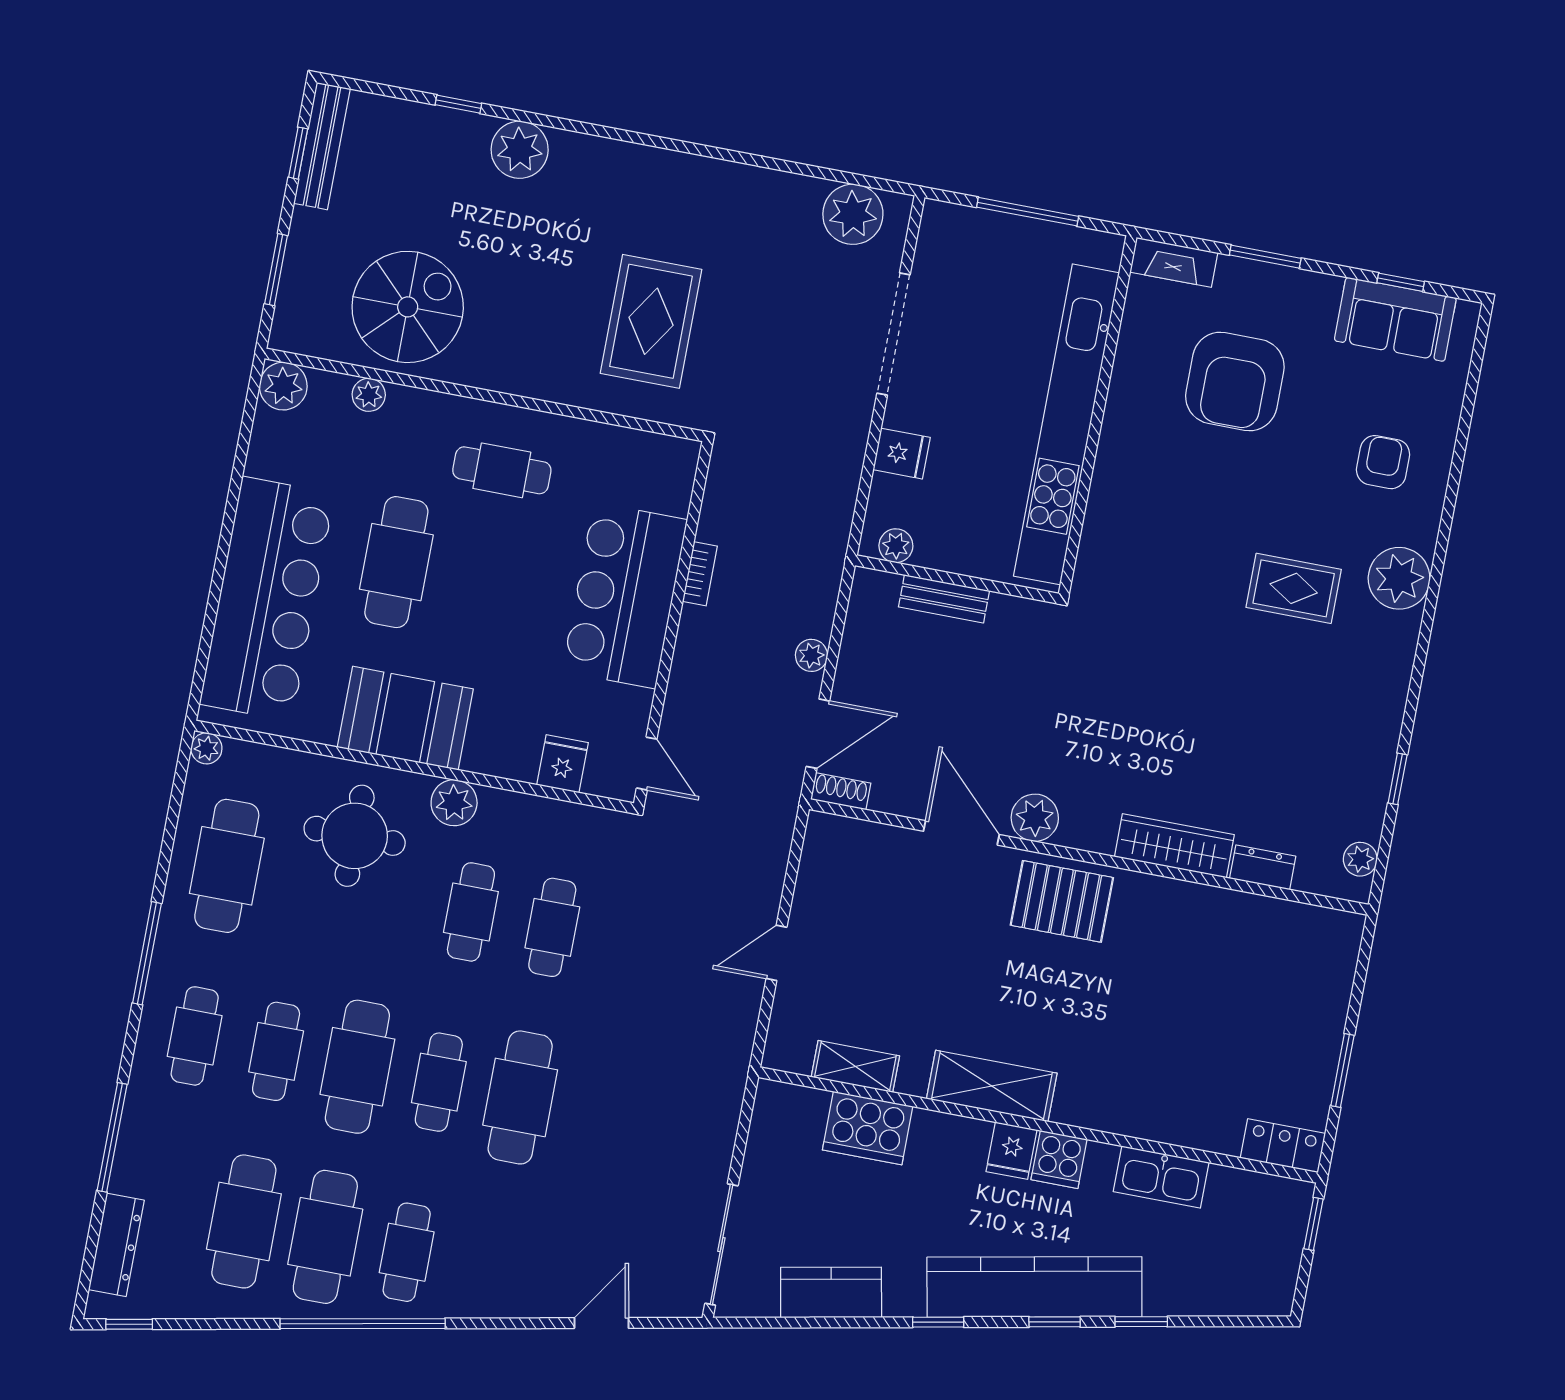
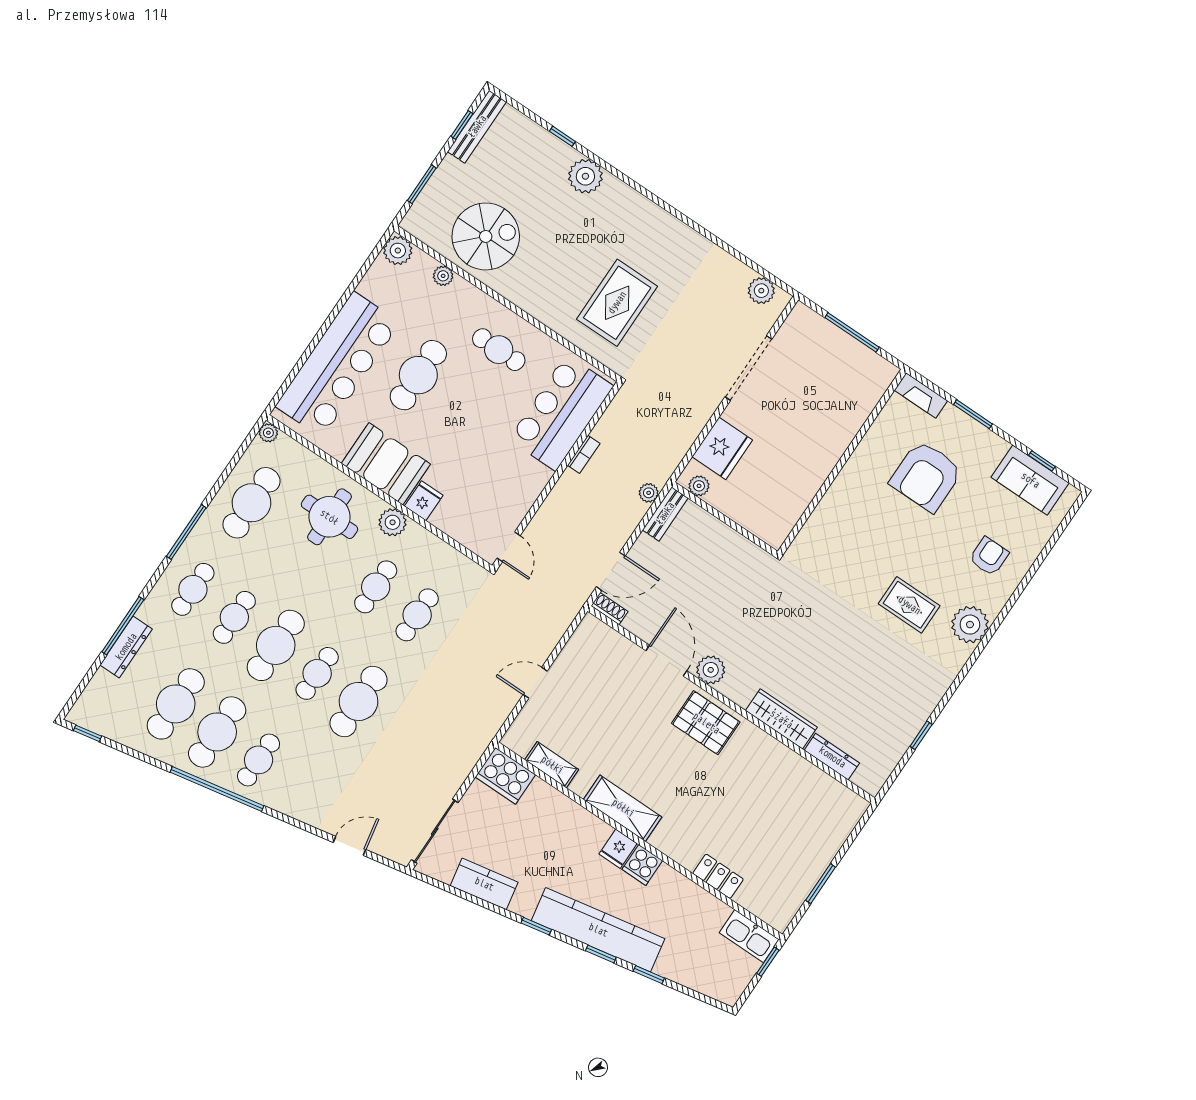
plant: (853, 214) -> (761, 291), width x0.73, depth x0.73
kitchen unit: (1066, 424) -> (823, 460), removed
fridge: (902, 454) -> (722, 448), width x1.88, depth x1.34
bar counter: (625, 595) -> (561, 413), moved
bench: (944, 599) -> (665, 514), moved, turned 90
plant: (811, 655) -> (649, 493), moved
fridge: (563, 764) -> (424, 501), moved
plant: (1360, 859) -> (881, 771), removed
dresser: (1263, 867) -> (832, 757), width x1.44
cooker: (868, 1128) -> (505, 776), moved
locker: (1283, 1146) -> (718, 876), moved
kitchen sink: (1161, 1177) -> (749, 936), moved
dresser: (116, 1245) -> (126, 647), moved

